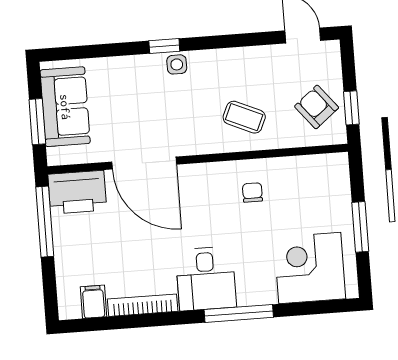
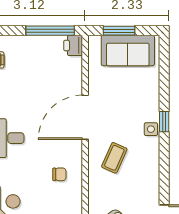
coffee table: (244, 117) -> (114, 158), moved
door: (144, 163) -> (85, 117), moved
printer: (77, 192) -> (73, 45), width x0.53, depth x0.68

